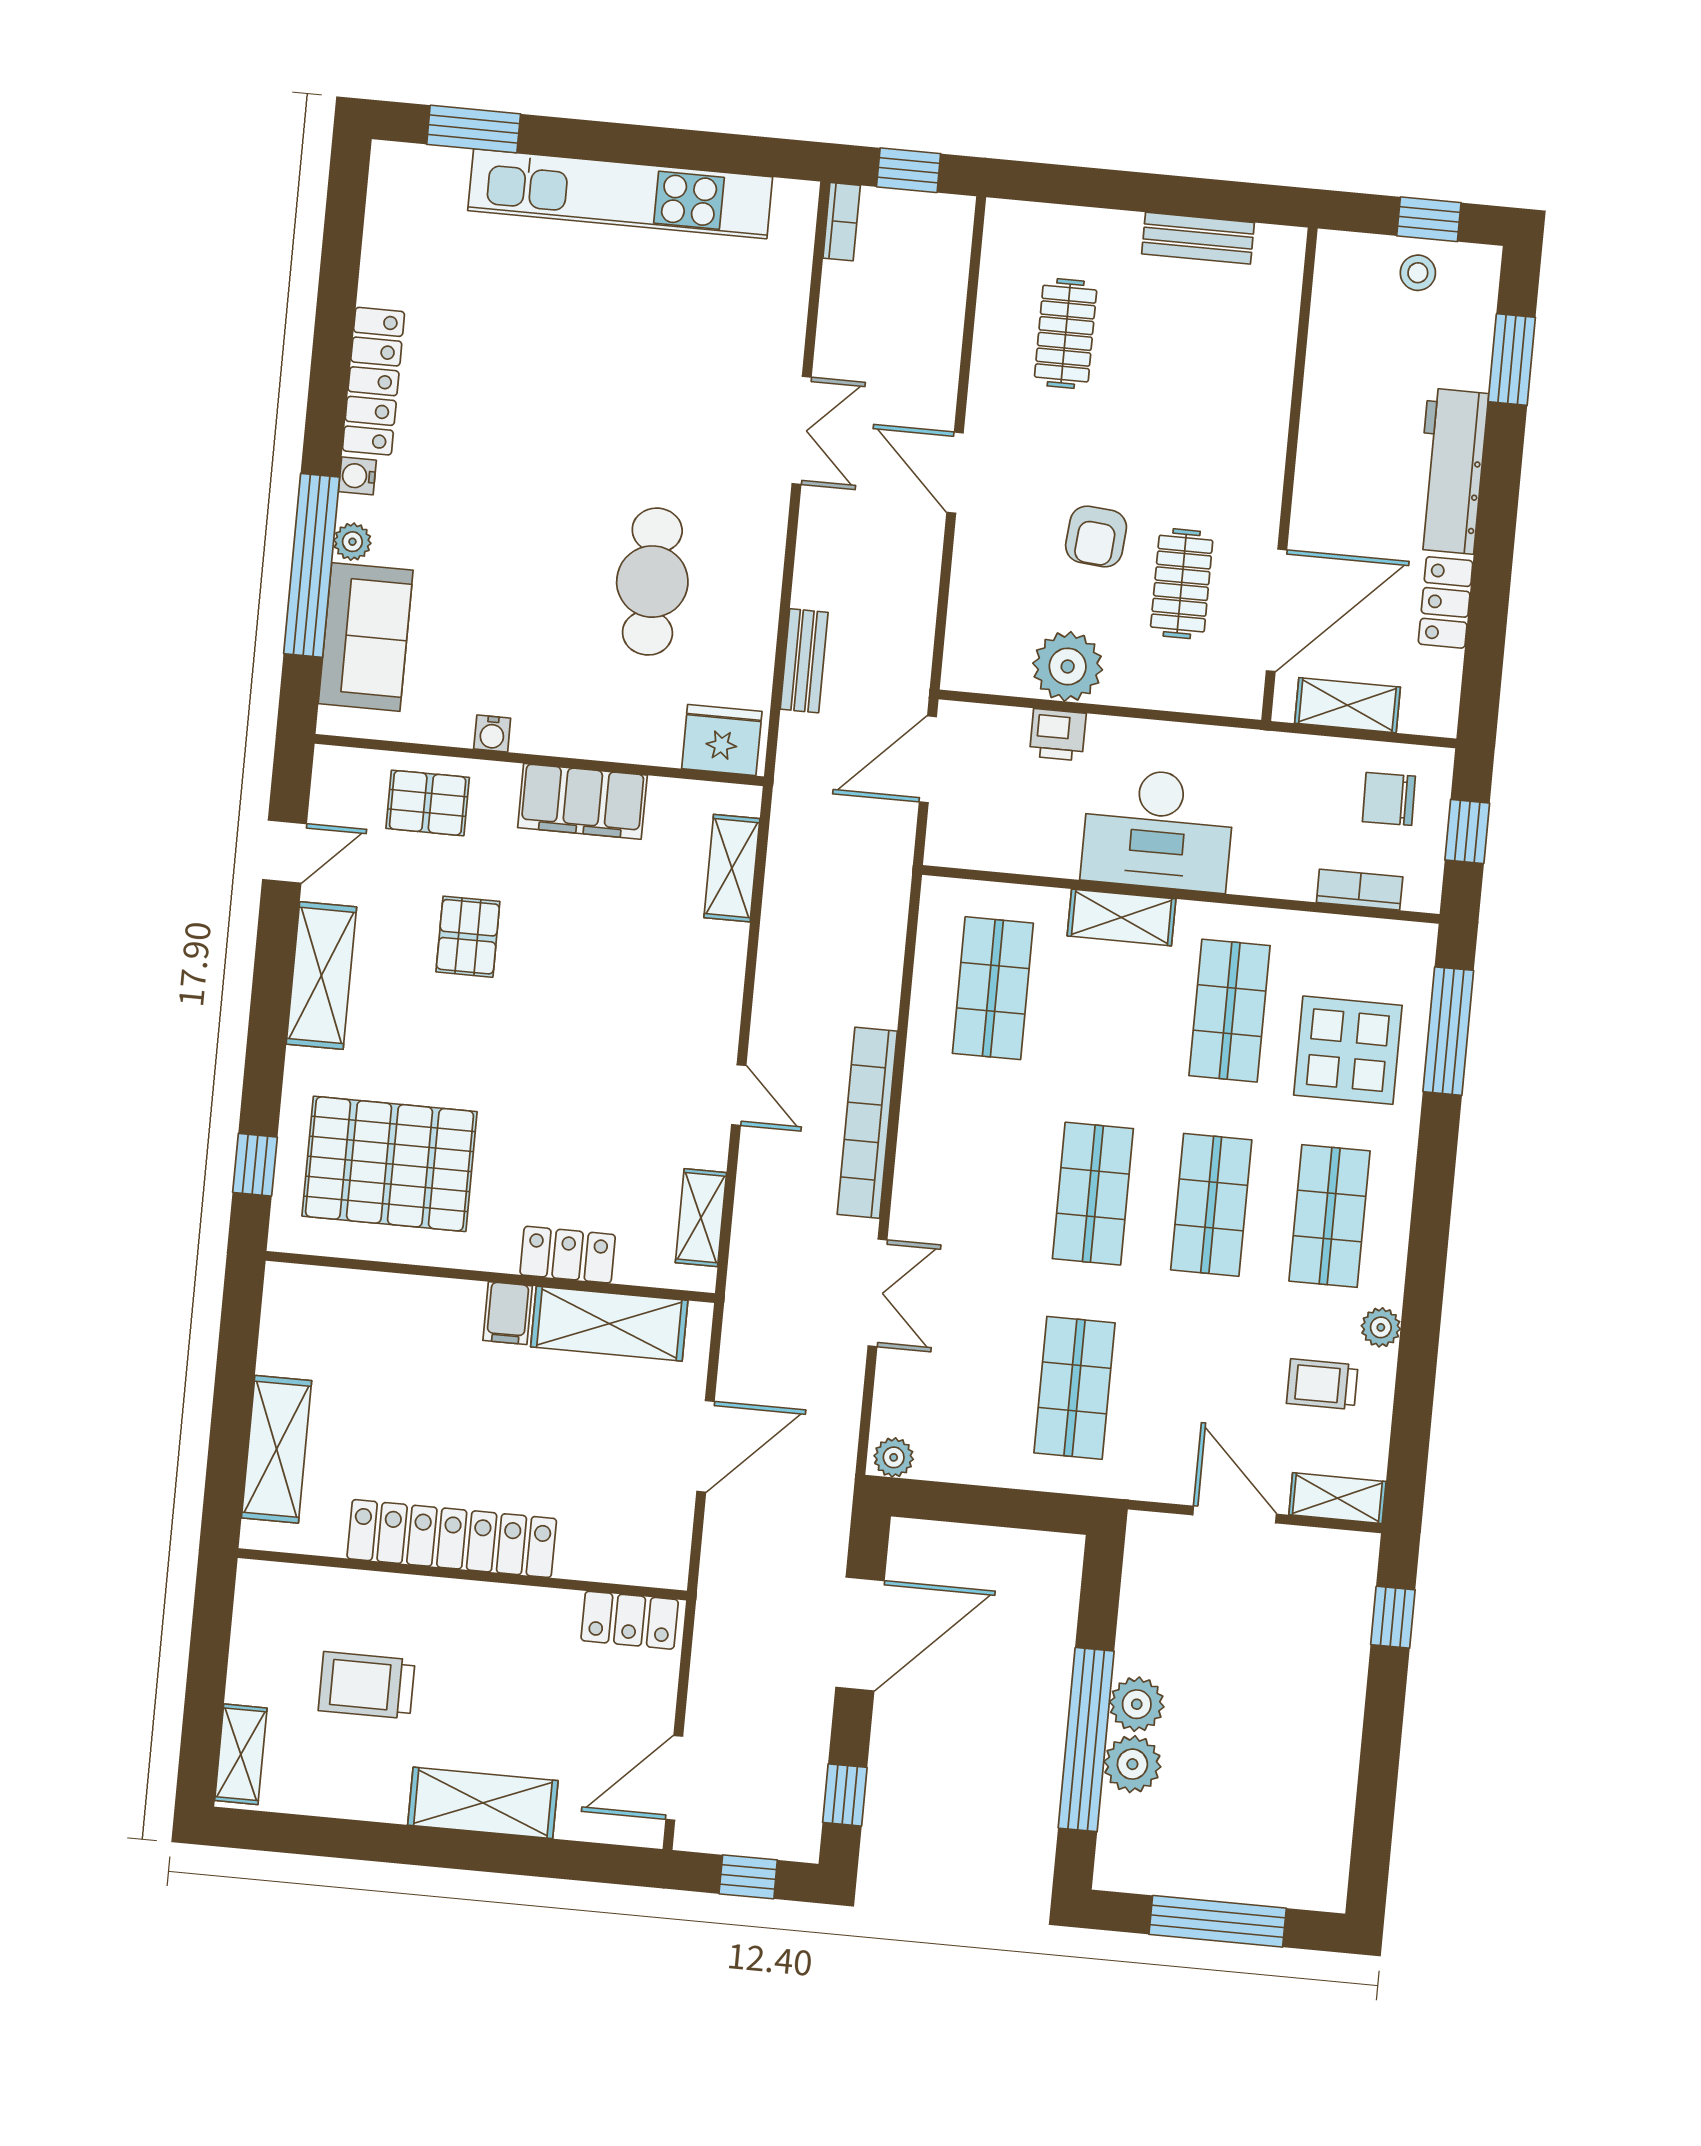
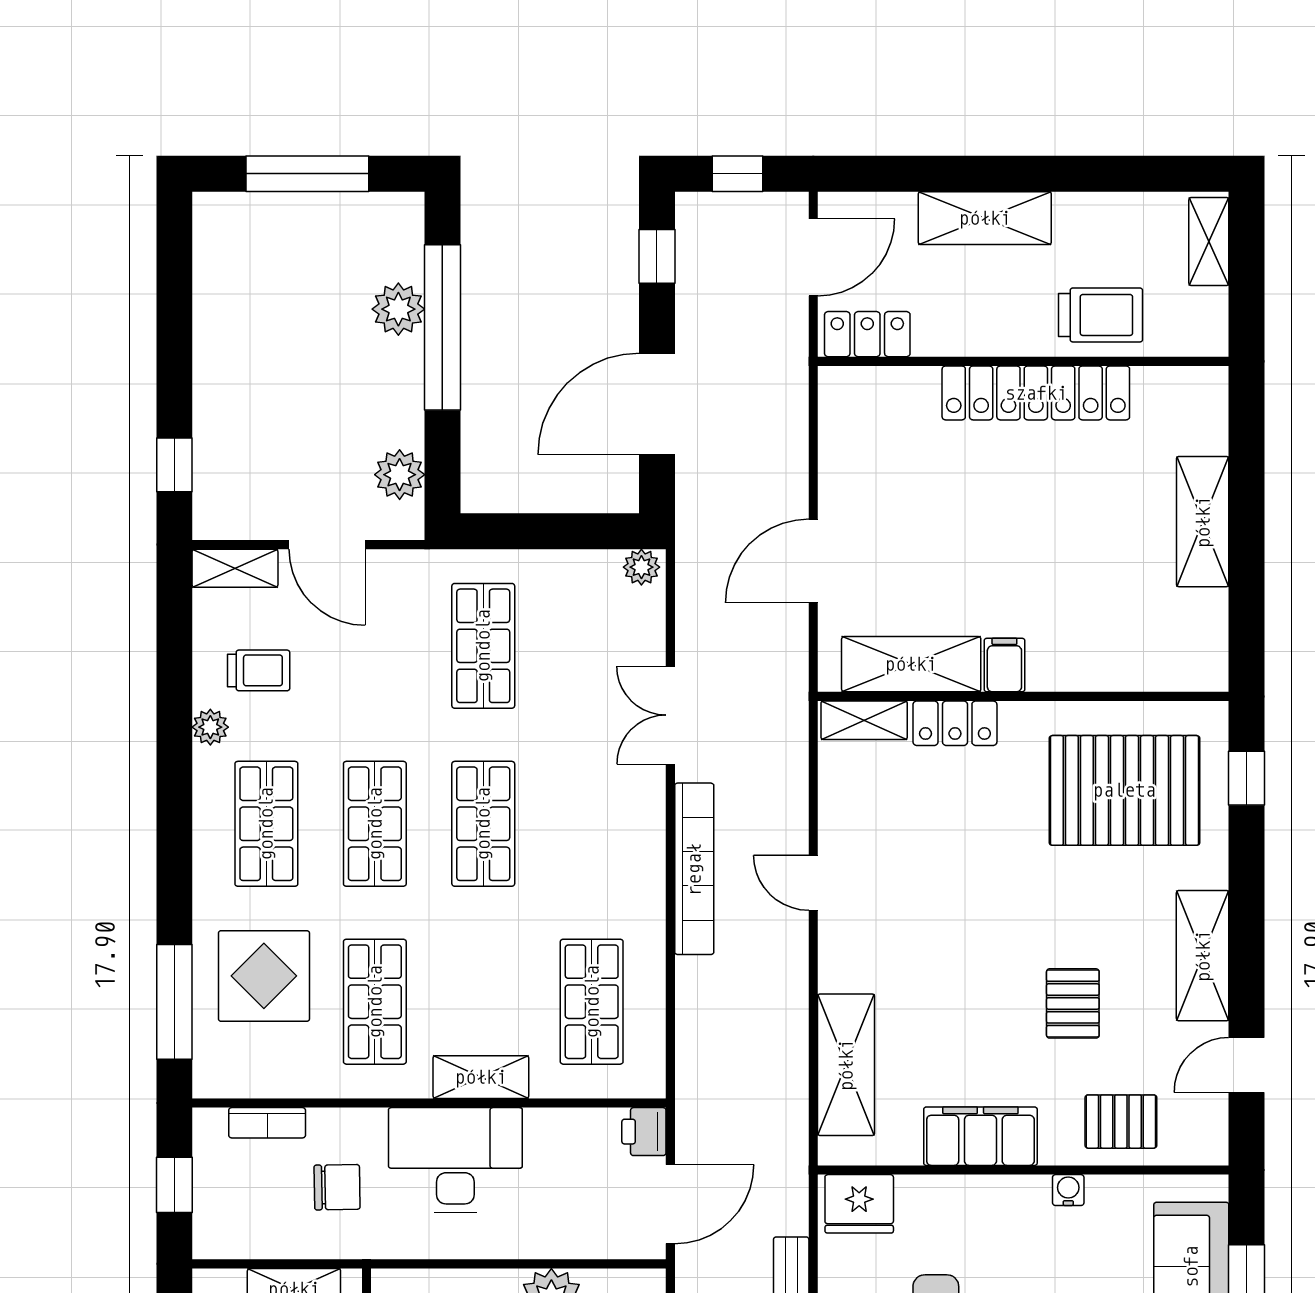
printer: (1058, 735) -> (644, 1132), moved, turned -90
chair: (1389, 799) -> (337, 1187), moved
shelving: (732, 868) -> (846, 1065), width x1.50, depth x1.33
shelving: (701, 1218) -> (864, 720), moved, turned 90
locker: (452, 1539) -> (1036, 393), moved
wall: (462, 1574) -> (1023, 361), moved
locker: (630, 1620) -> (867, 334), moved
plant: (1137, 1704) -> (400, 475), moved

